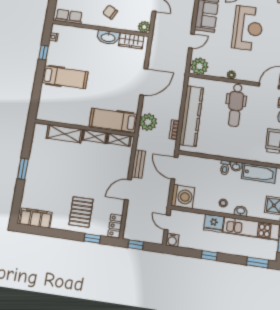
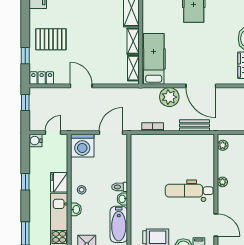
plant: (199, 66) -> (223, 145), width x0.53, depth x0.53
kitchen counter: (191, 116) -> (170, 143), removed
plant: (148, 122) -> (169, 97), moved
bench: (138, 164) -> (195, 125), moved

